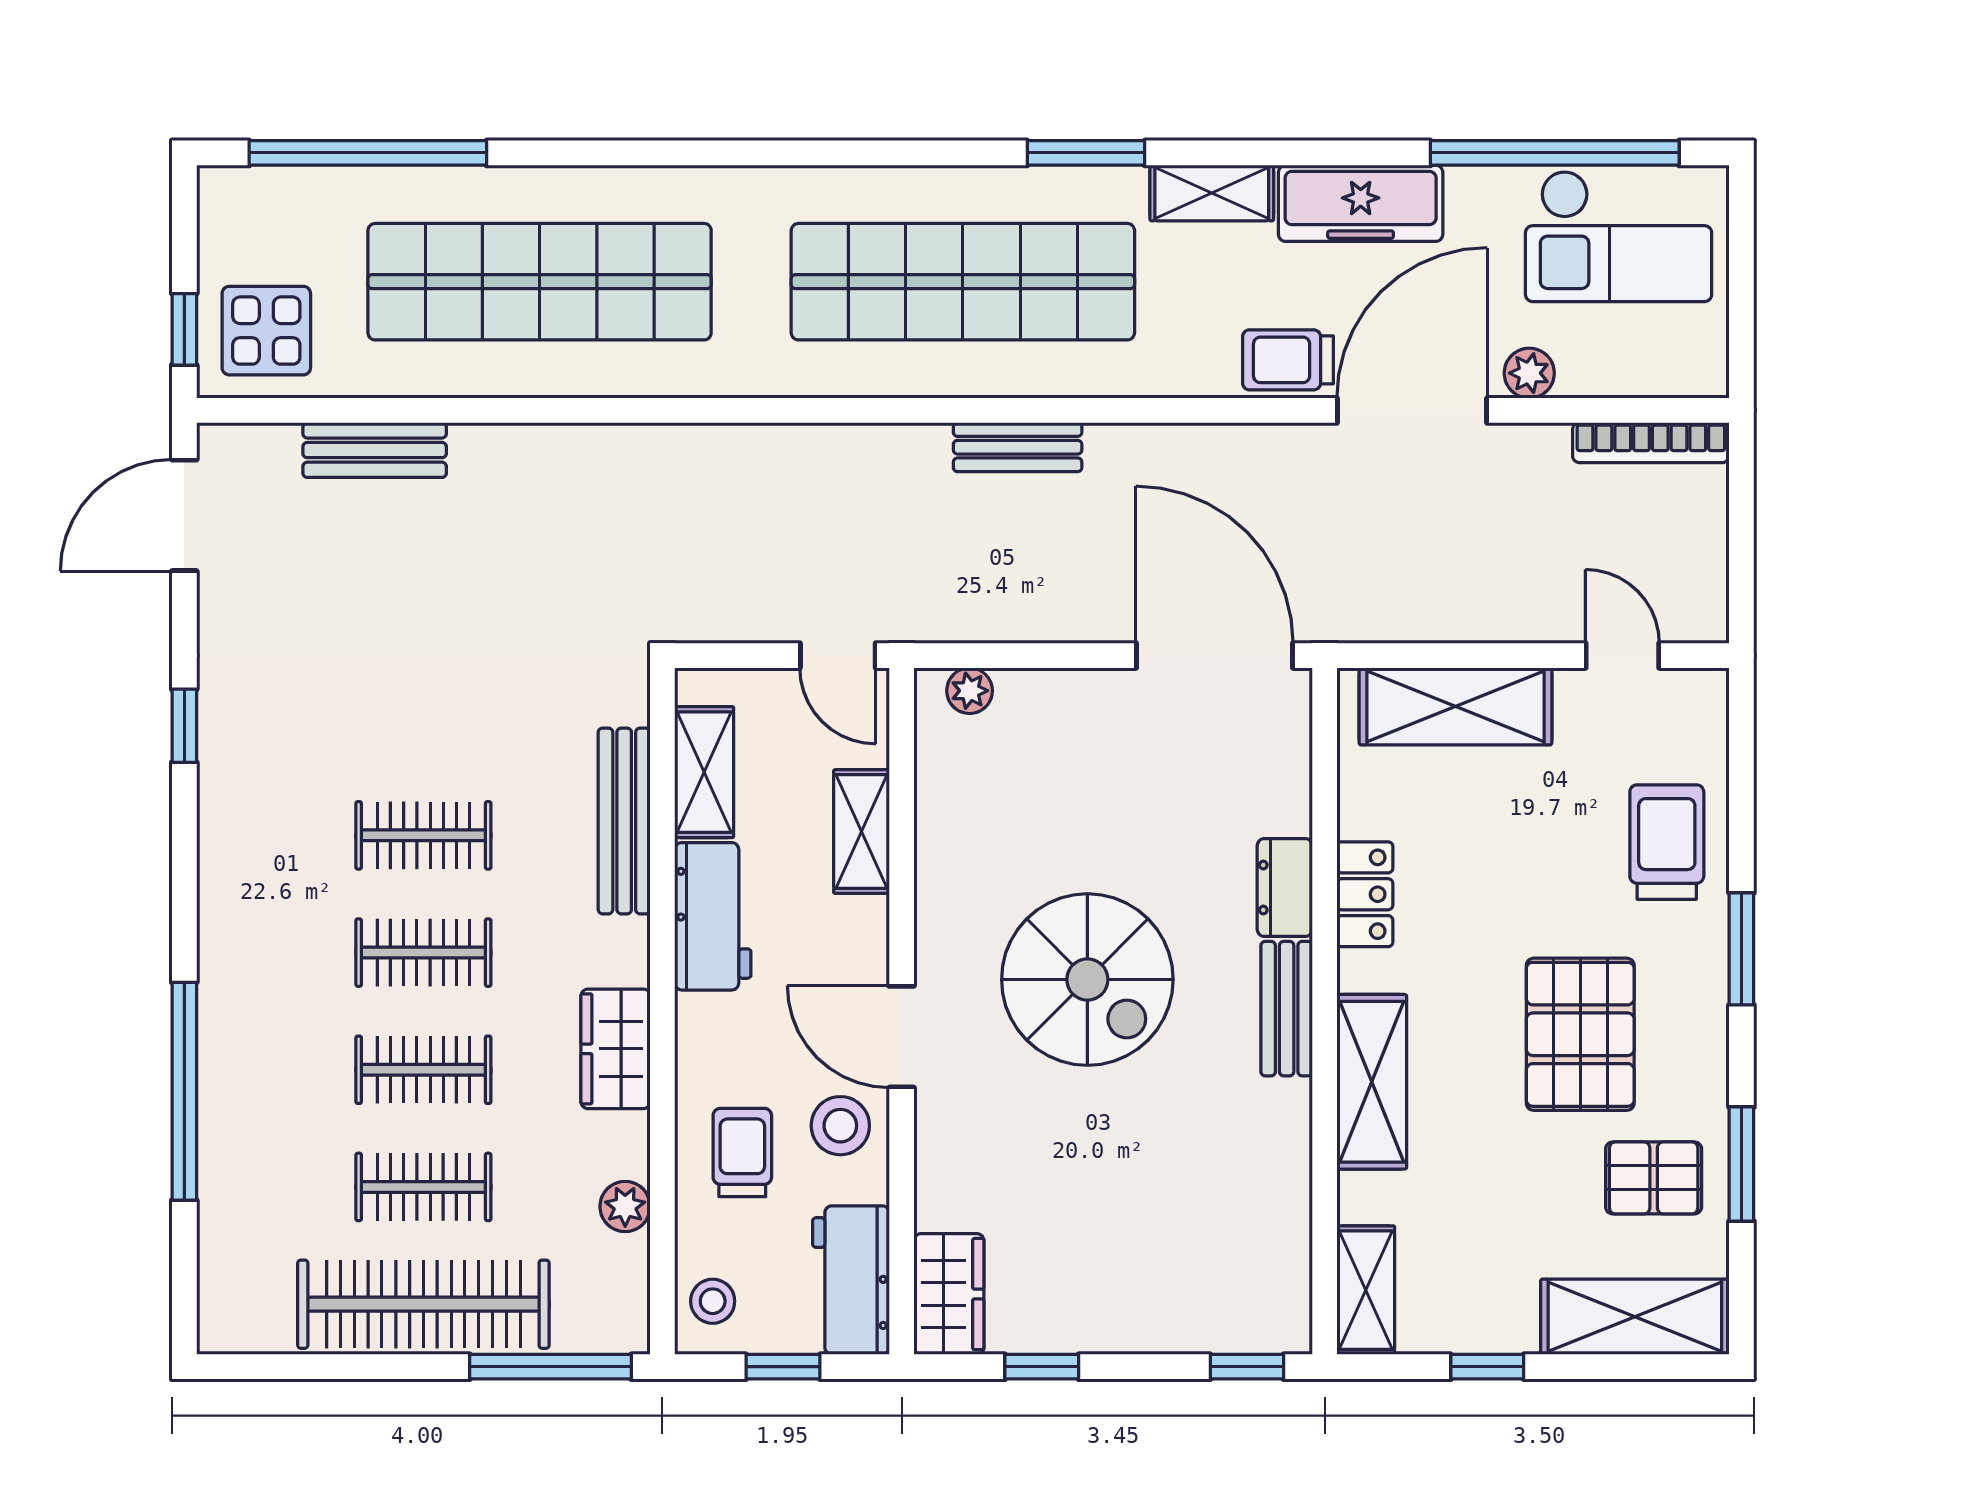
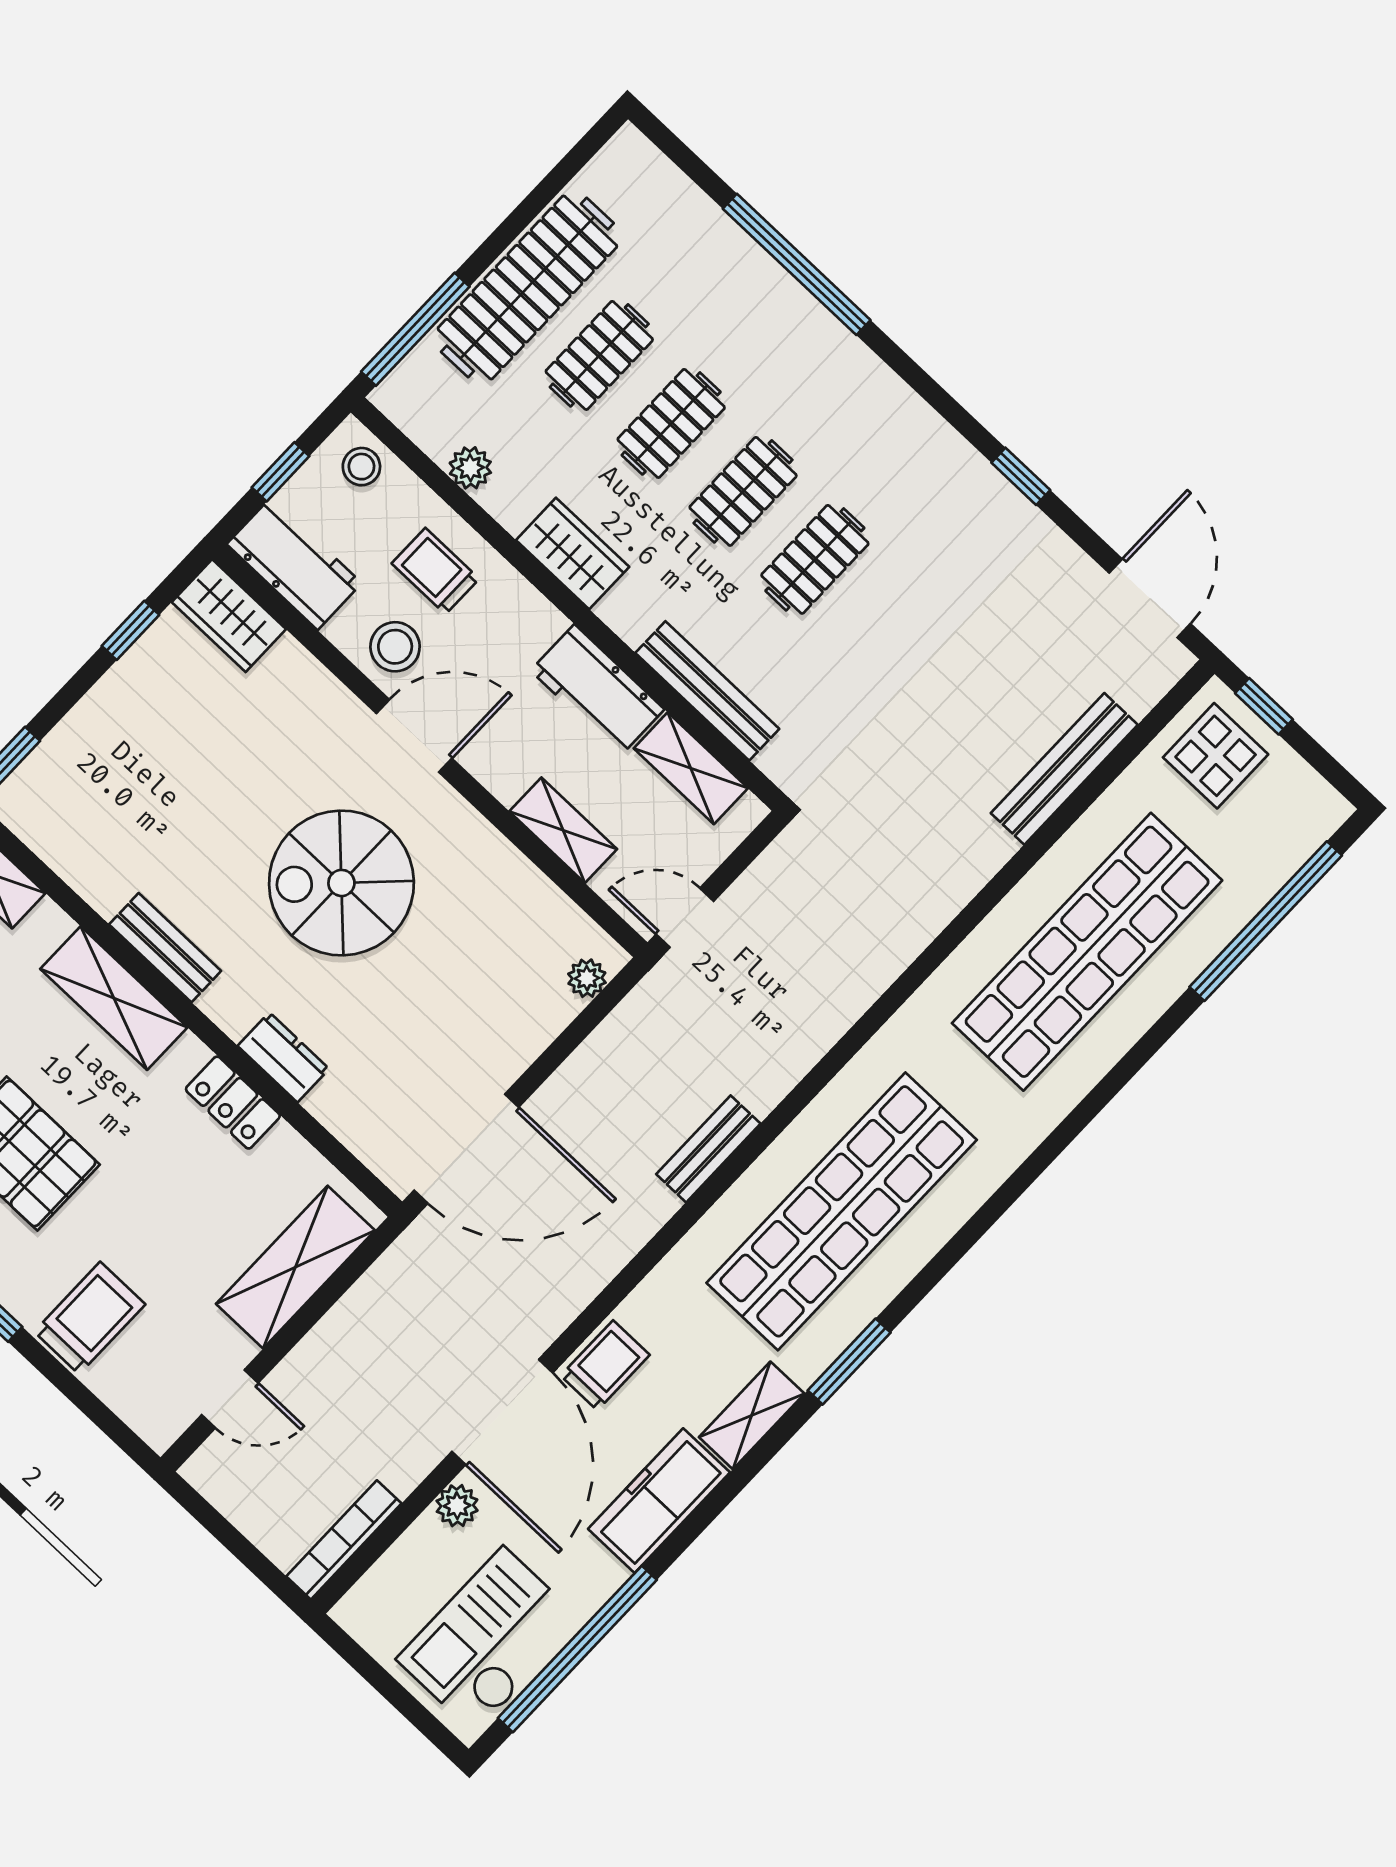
bench: (375, 450) -> (1064, 769), width x1.36
trolley: (1667, 842) -> (90, 1318), turned -90
bench: (1287, 1009) -> (165, 948), moved
trolley: (742, 1153) -> (435, 571), turned 180

